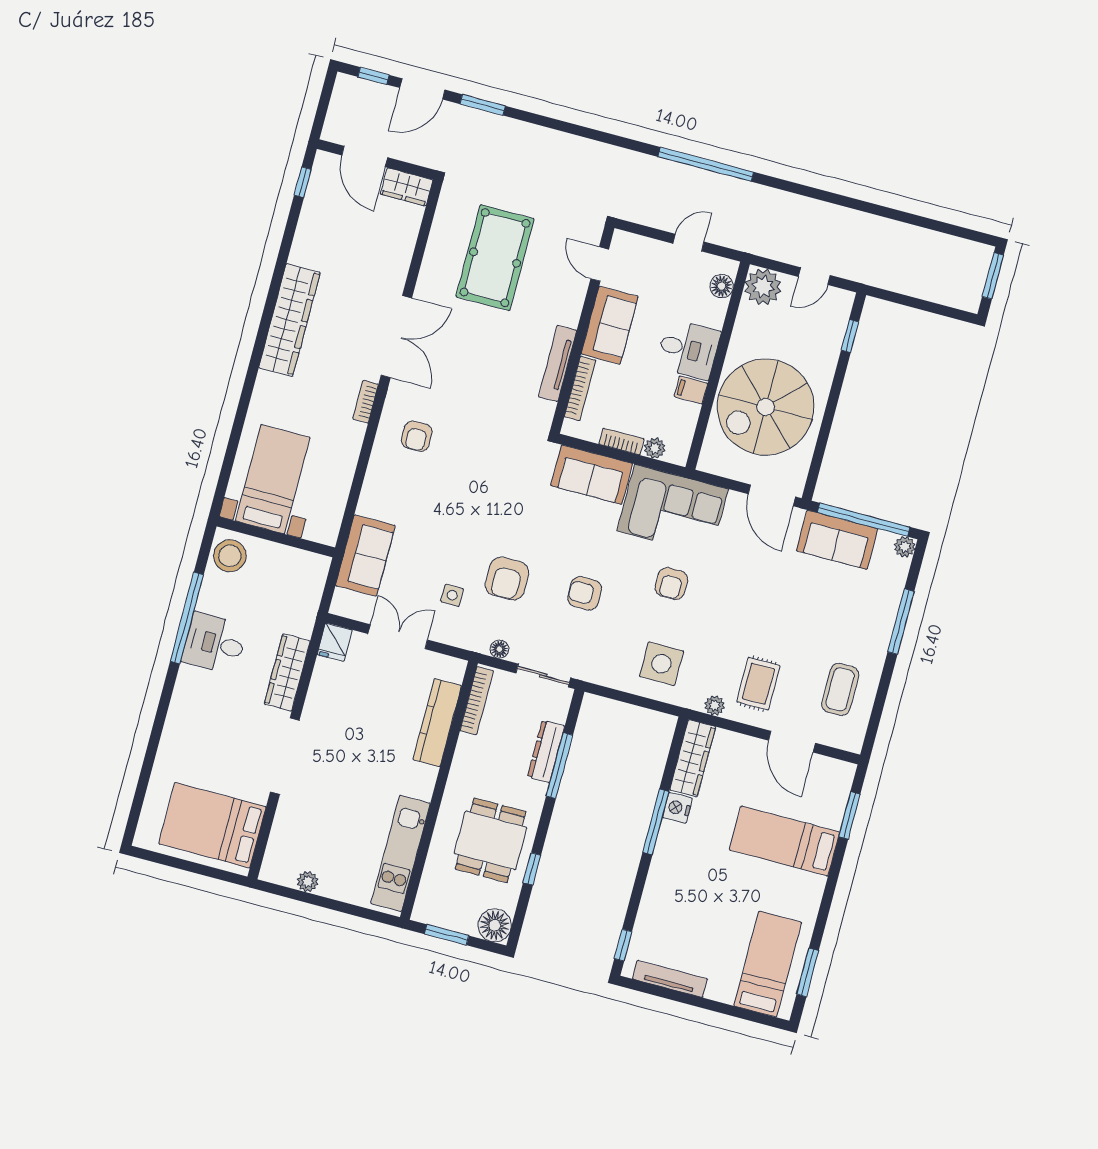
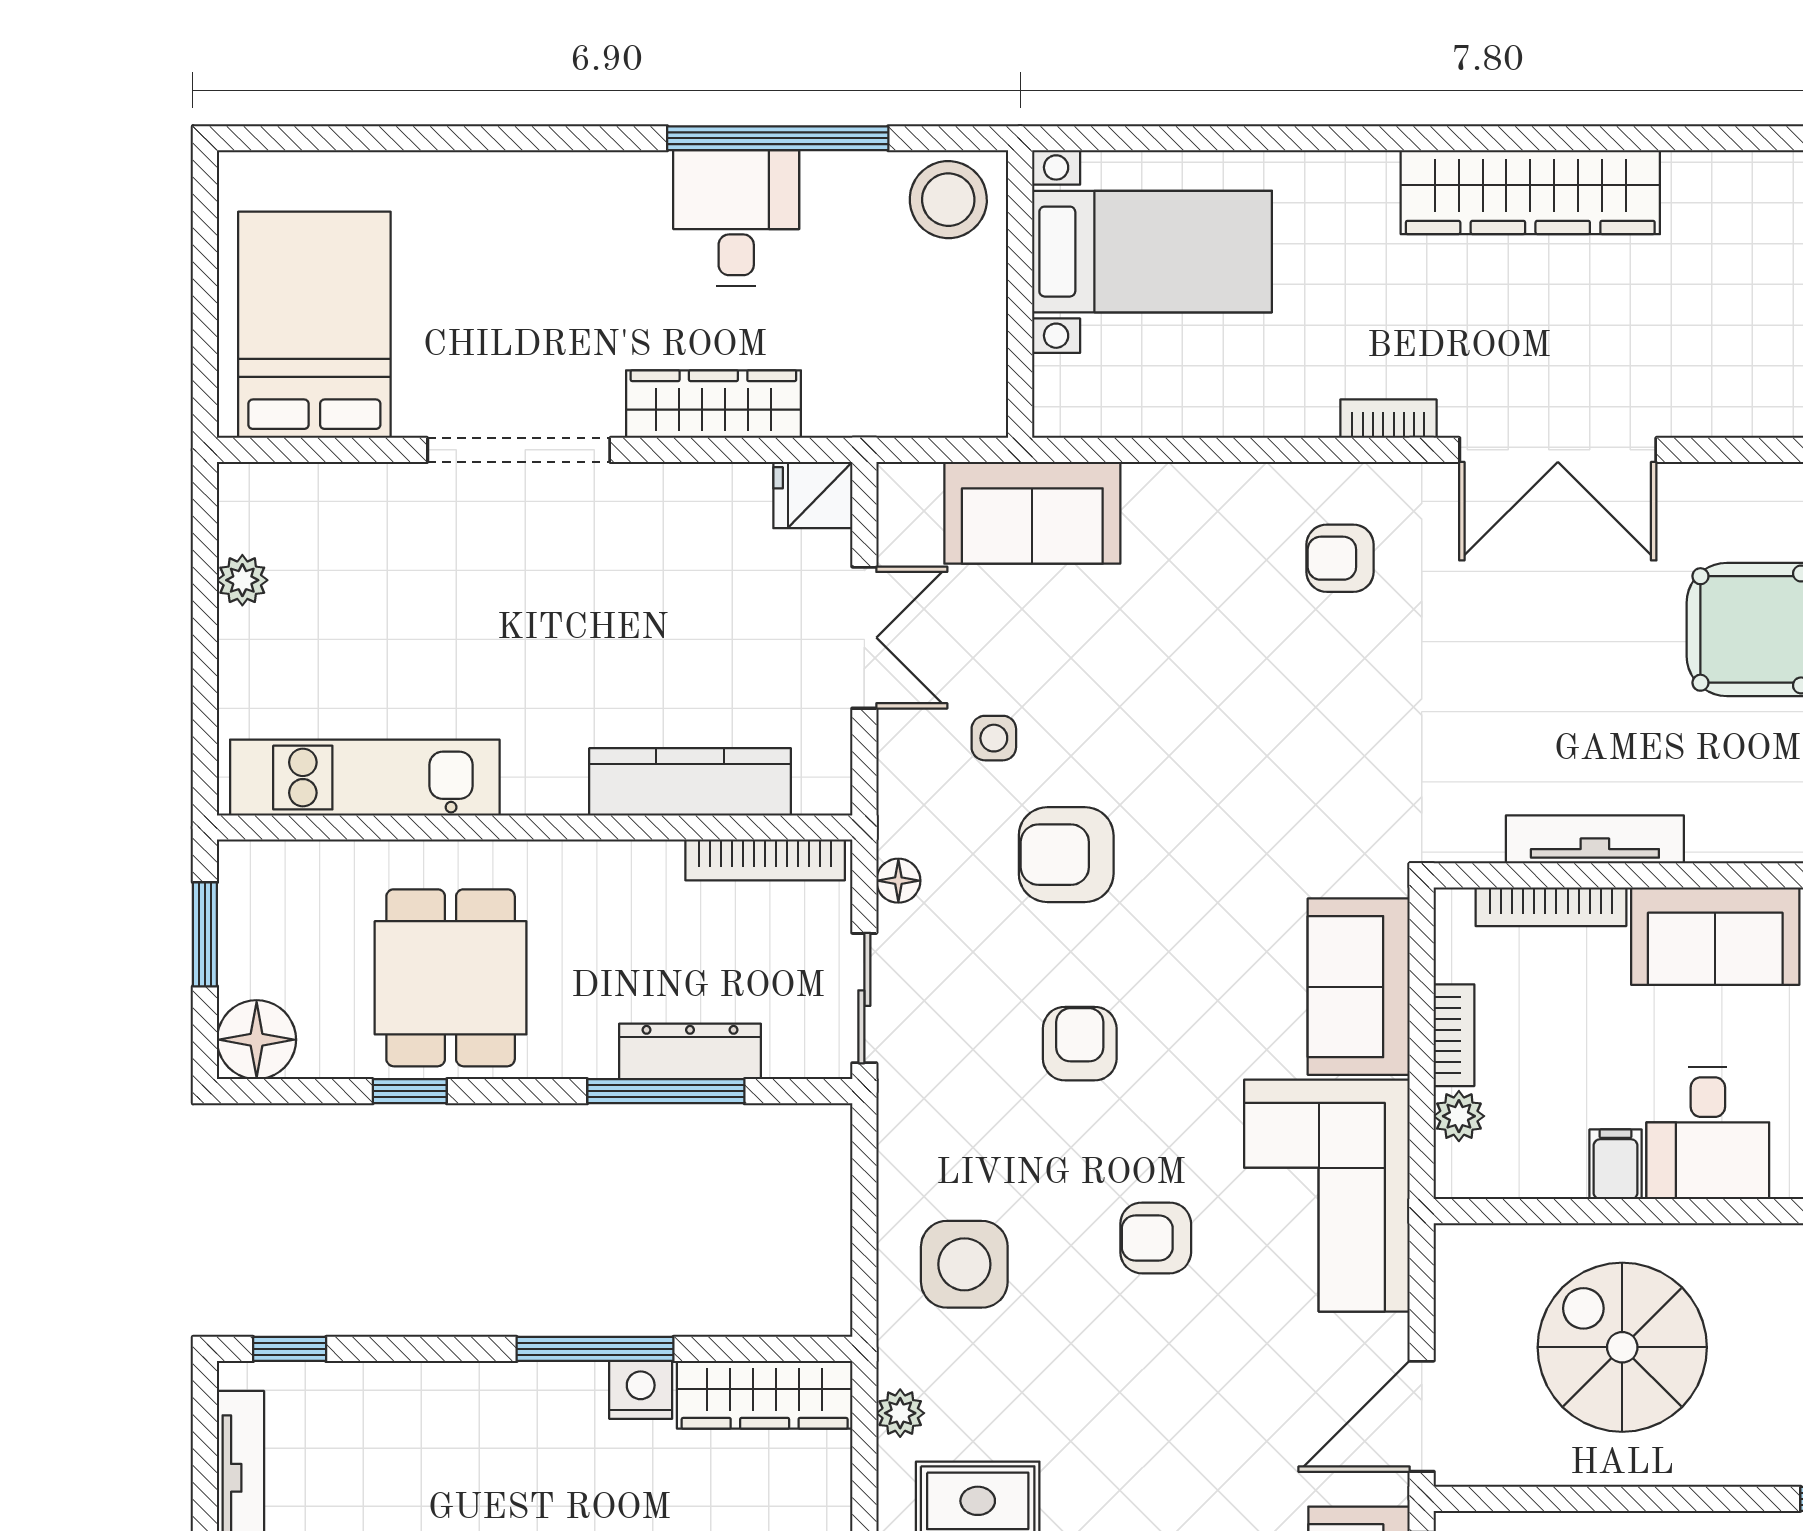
spiral stairs: (766, 407) -> (1622, 1347), width x0.73, depth x0.73
dining table: (491, 840) -> (451, 978), turned 90

